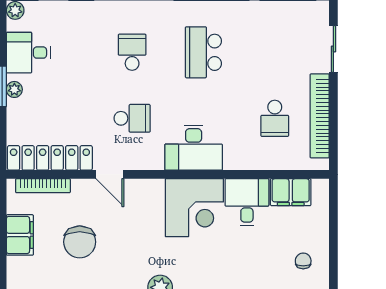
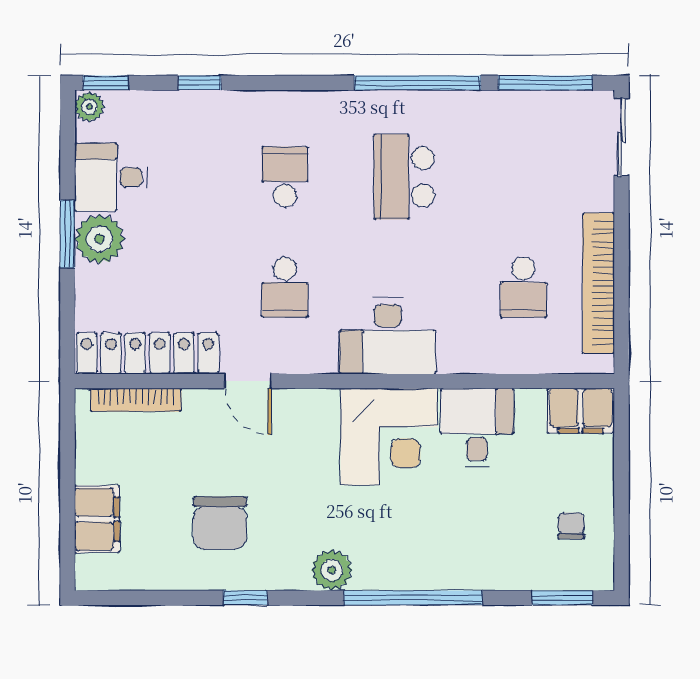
sliding door: (333, 49) -> (622, 137), moved
plant: (14, 89) -> (100, 239), width x1.87, depth x1.87
school desk: (132, 118) -> (285, 287), turned 90
filing cabinet: (291, 192) -> (581, 411), moved
filing cabinet: (20, 235) -> (97, 519), moved
chair: (80, 242) -> (220, 523), moved

